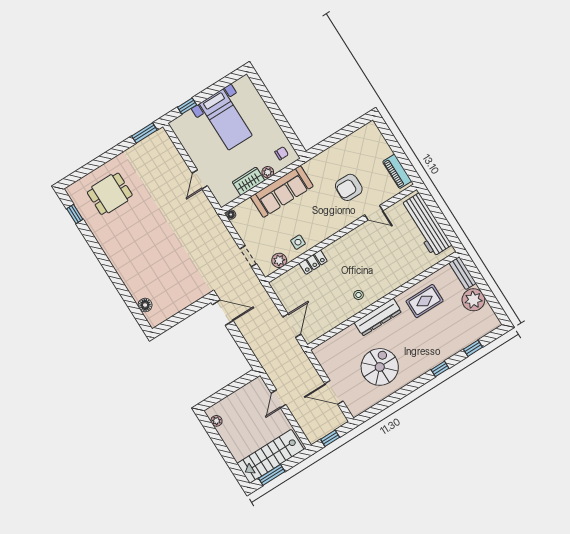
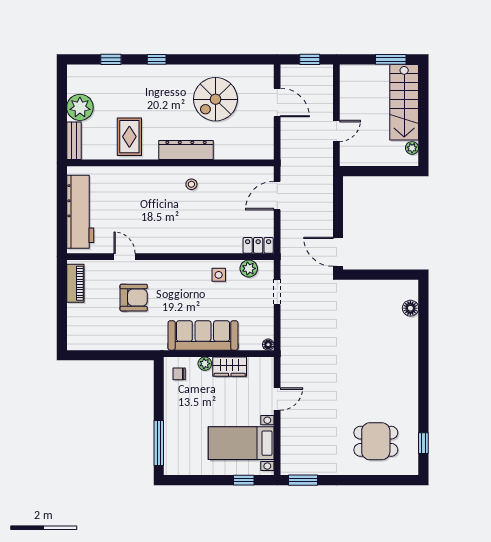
window: (265, 94) -> (159, 443), added
bed with nightstands: (226, 120) -> (241, 443), moved, turned -90
locker: (313, 262) -> (258, 245), moved
rug: (425, 301) -> (129, 137), turned 90
stairs: (270, 456) -> (404, 102), moved, turned 90

